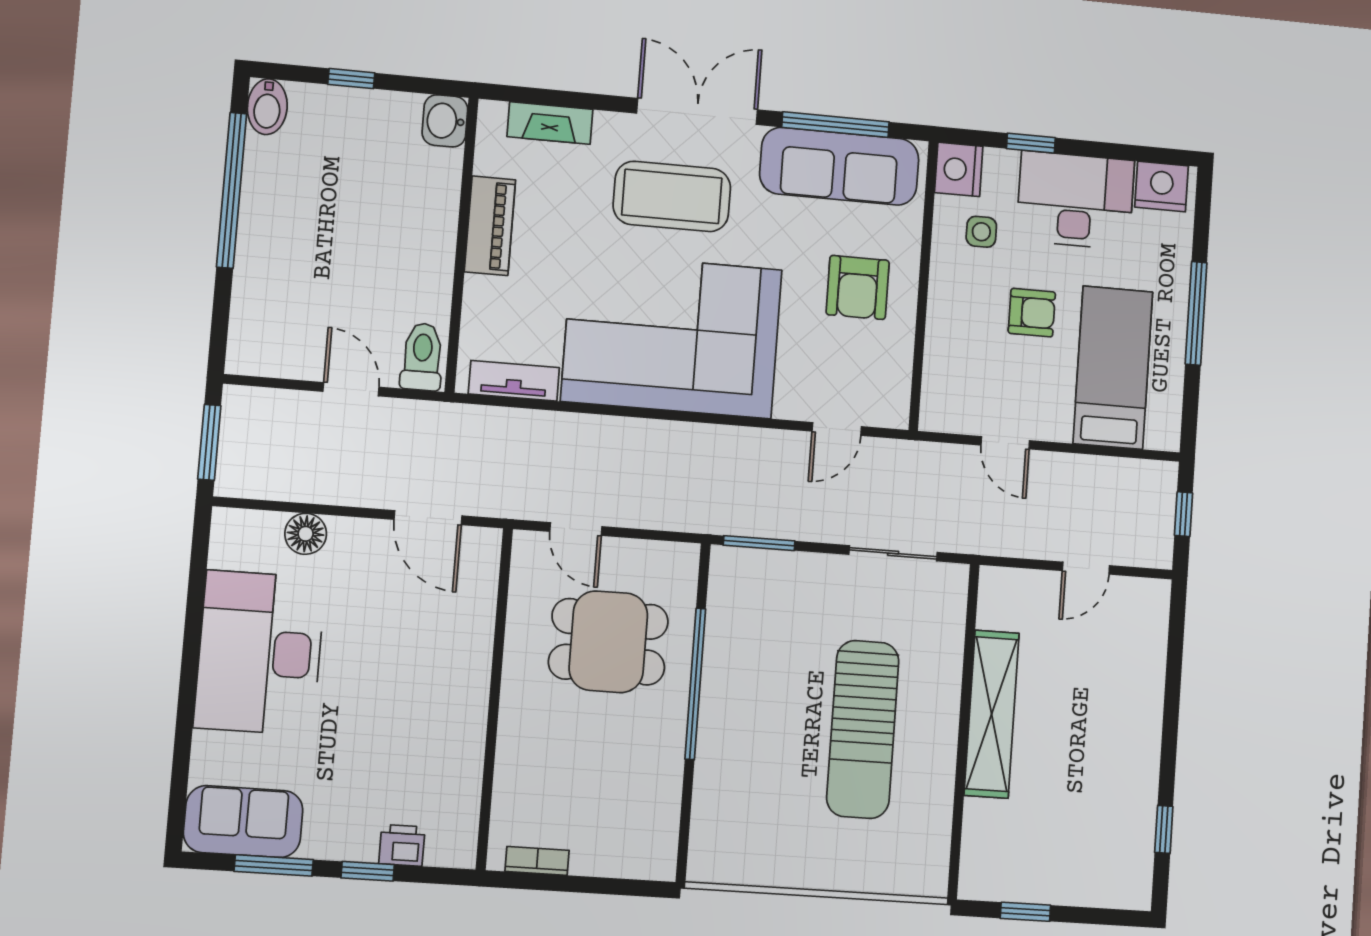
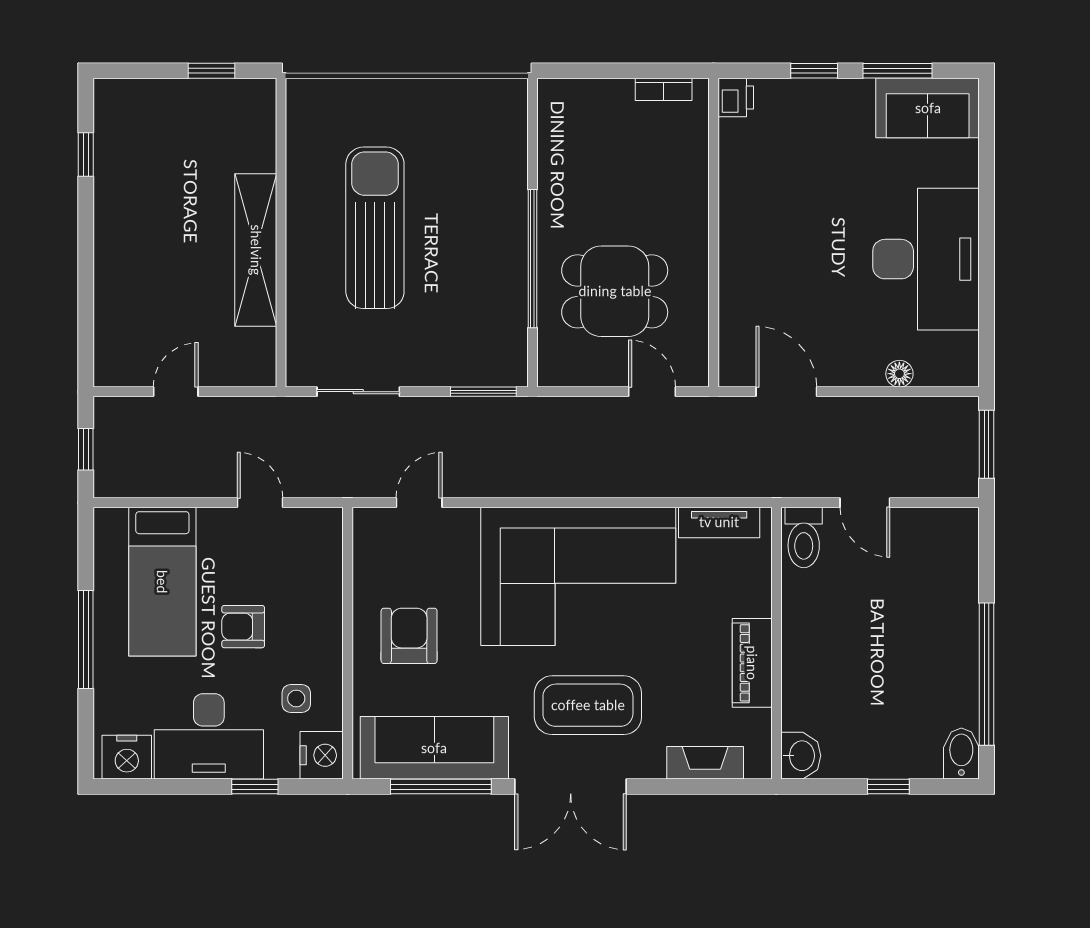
floor lamp: (306, 534) -> (899, 374), width x0.73, depth x0.73
printer: (402, 845) -> (736, 98), moved, turned -90

